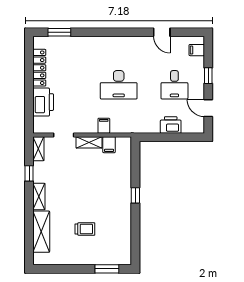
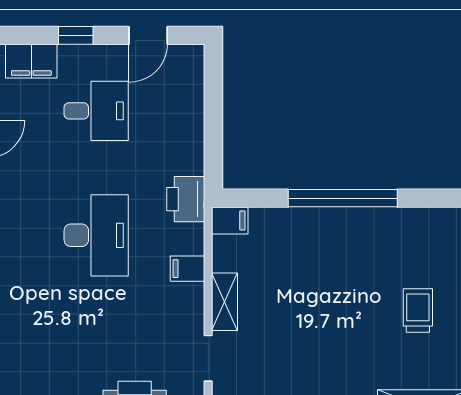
filing cabinet: (197, 50) -> (31, 61), width x2.00
printer: (171, 125) -> (186, 199), moved
filing cabinet: (109, 145) -> (230, 220), moved
window: (135, 195) -> (343, 198), width x3.17

